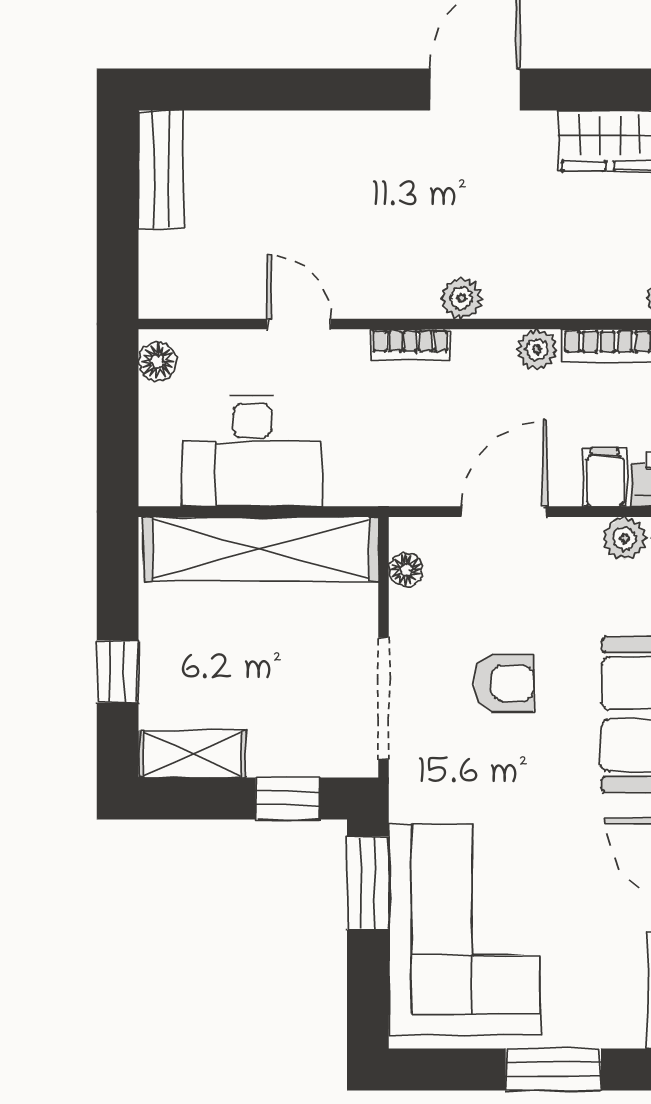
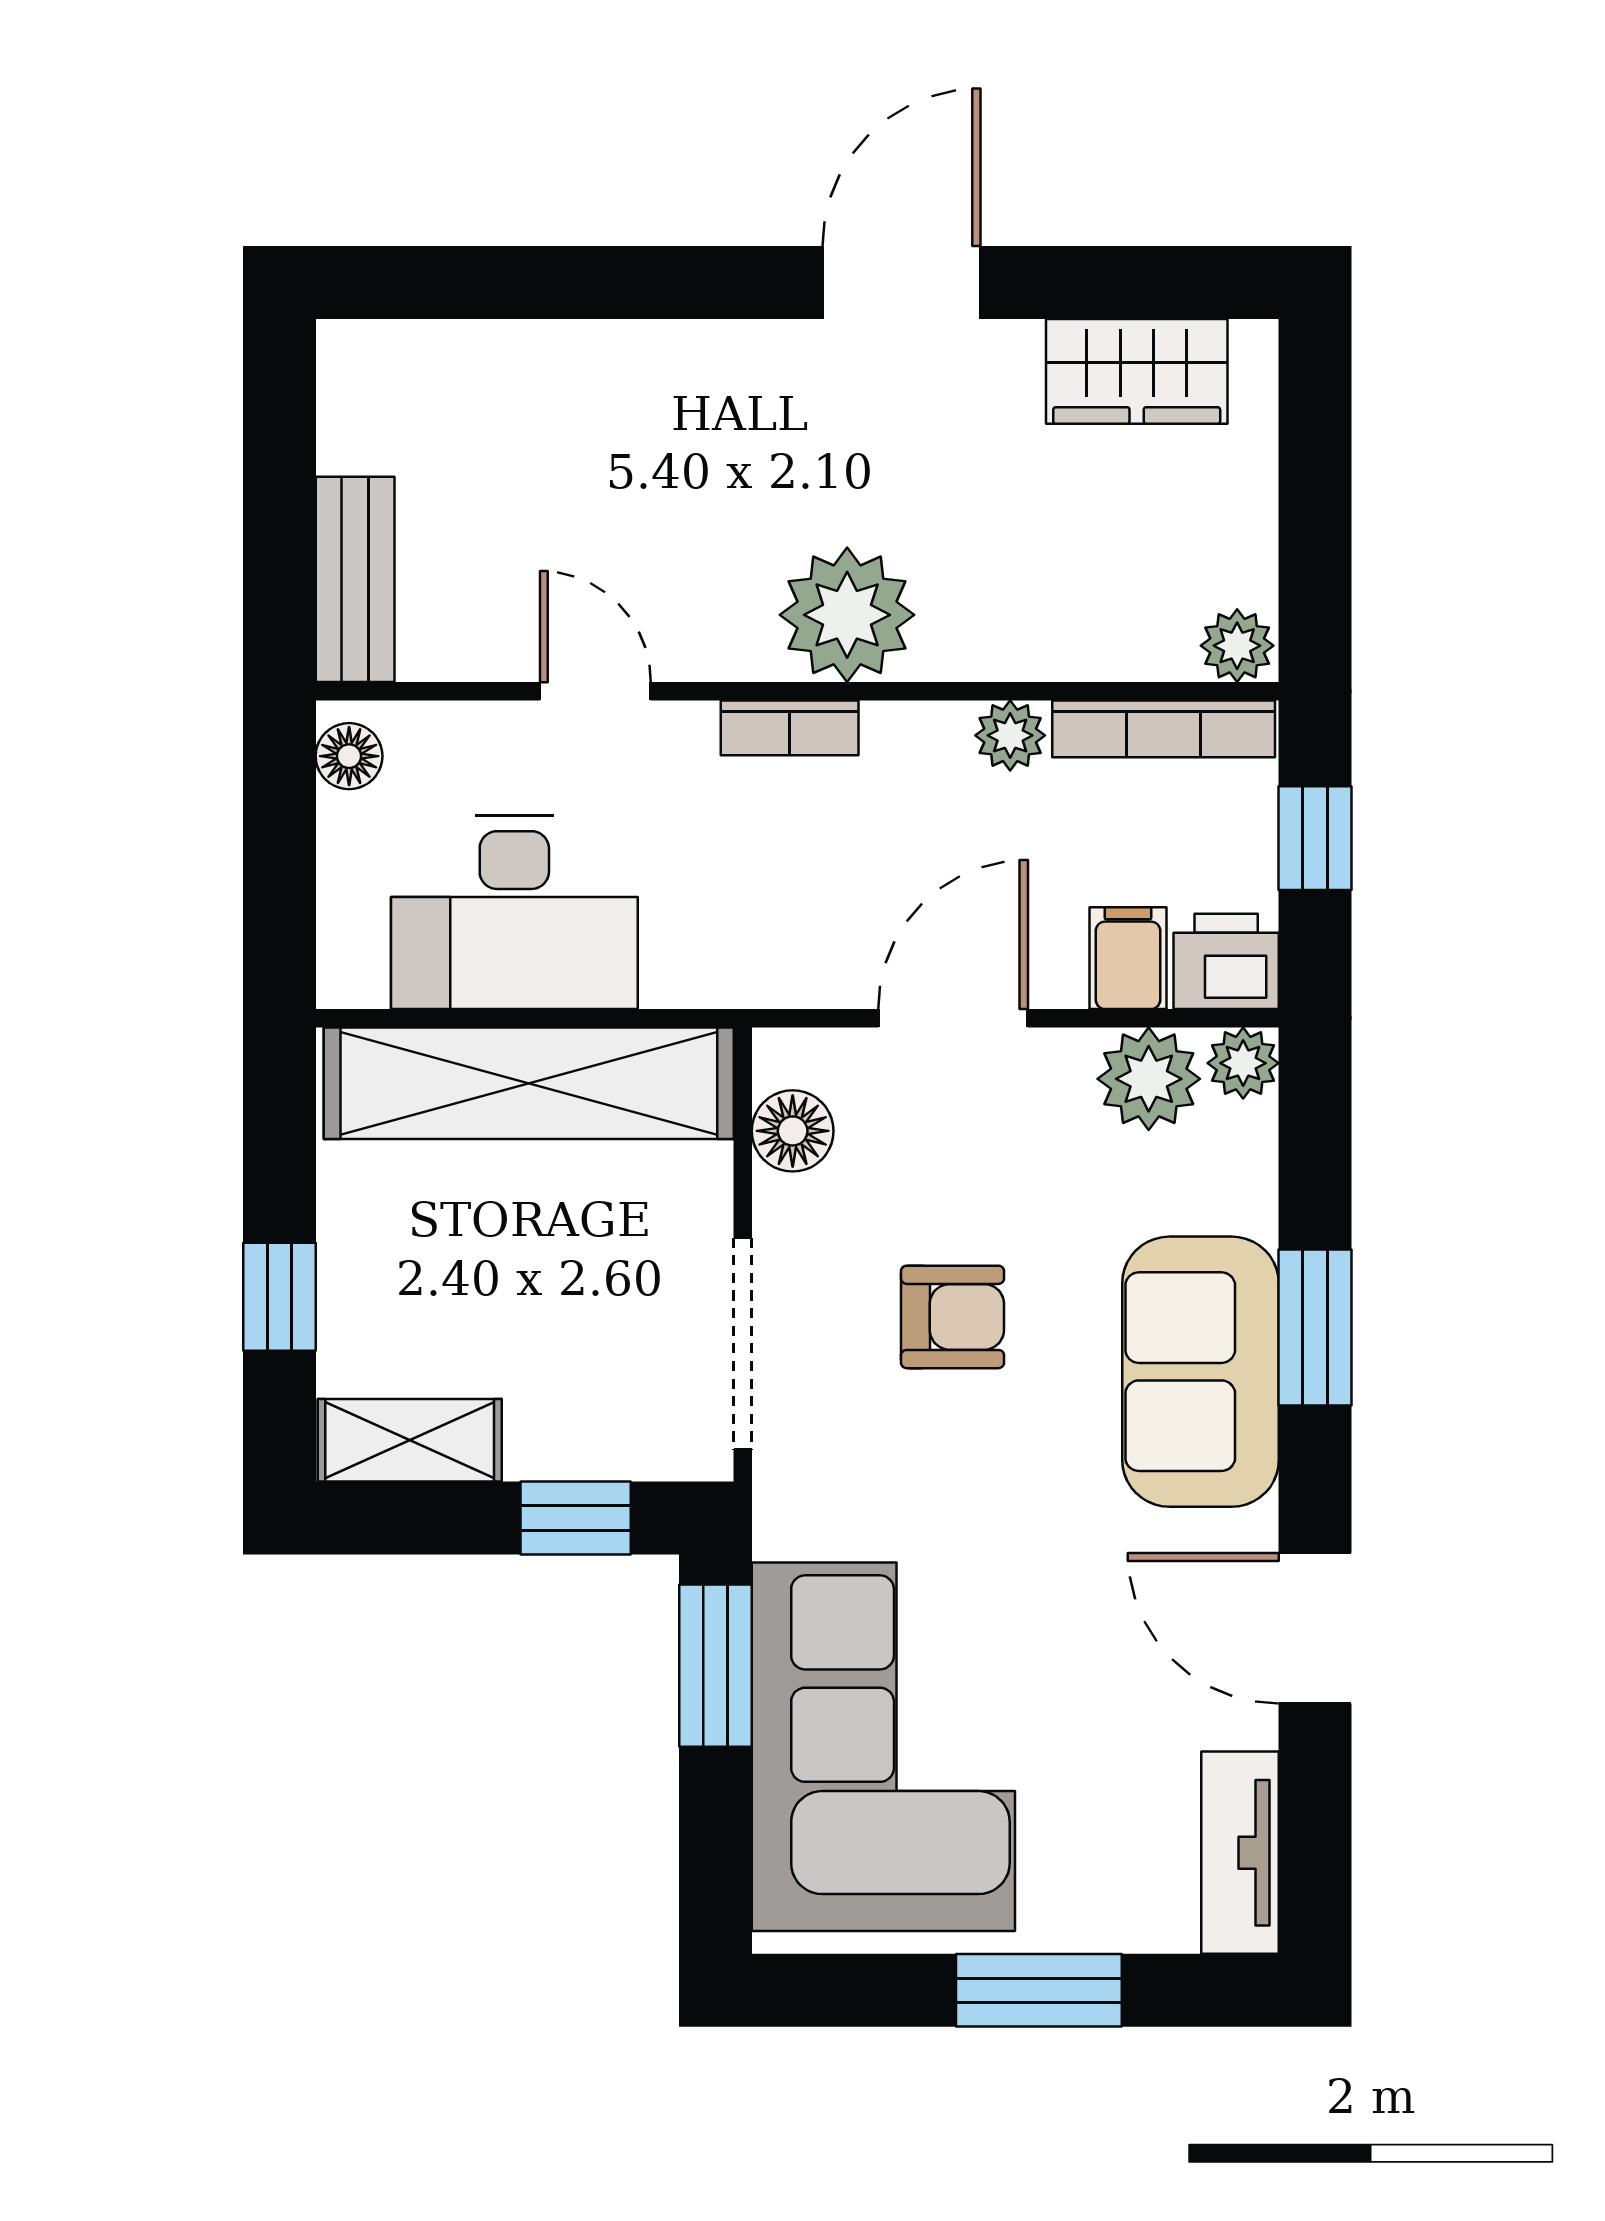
bench: (161, 169) -> (355, 579), moved
plant: (461, 298) -> (847, 615), width x1.87, depth x1.87
plant: (625, 538) -> (1149, 1079), width x1.38, depth x1.38
floor lamp: (406, 570) -> (793, 1131), width x1.37, depth x1.37

